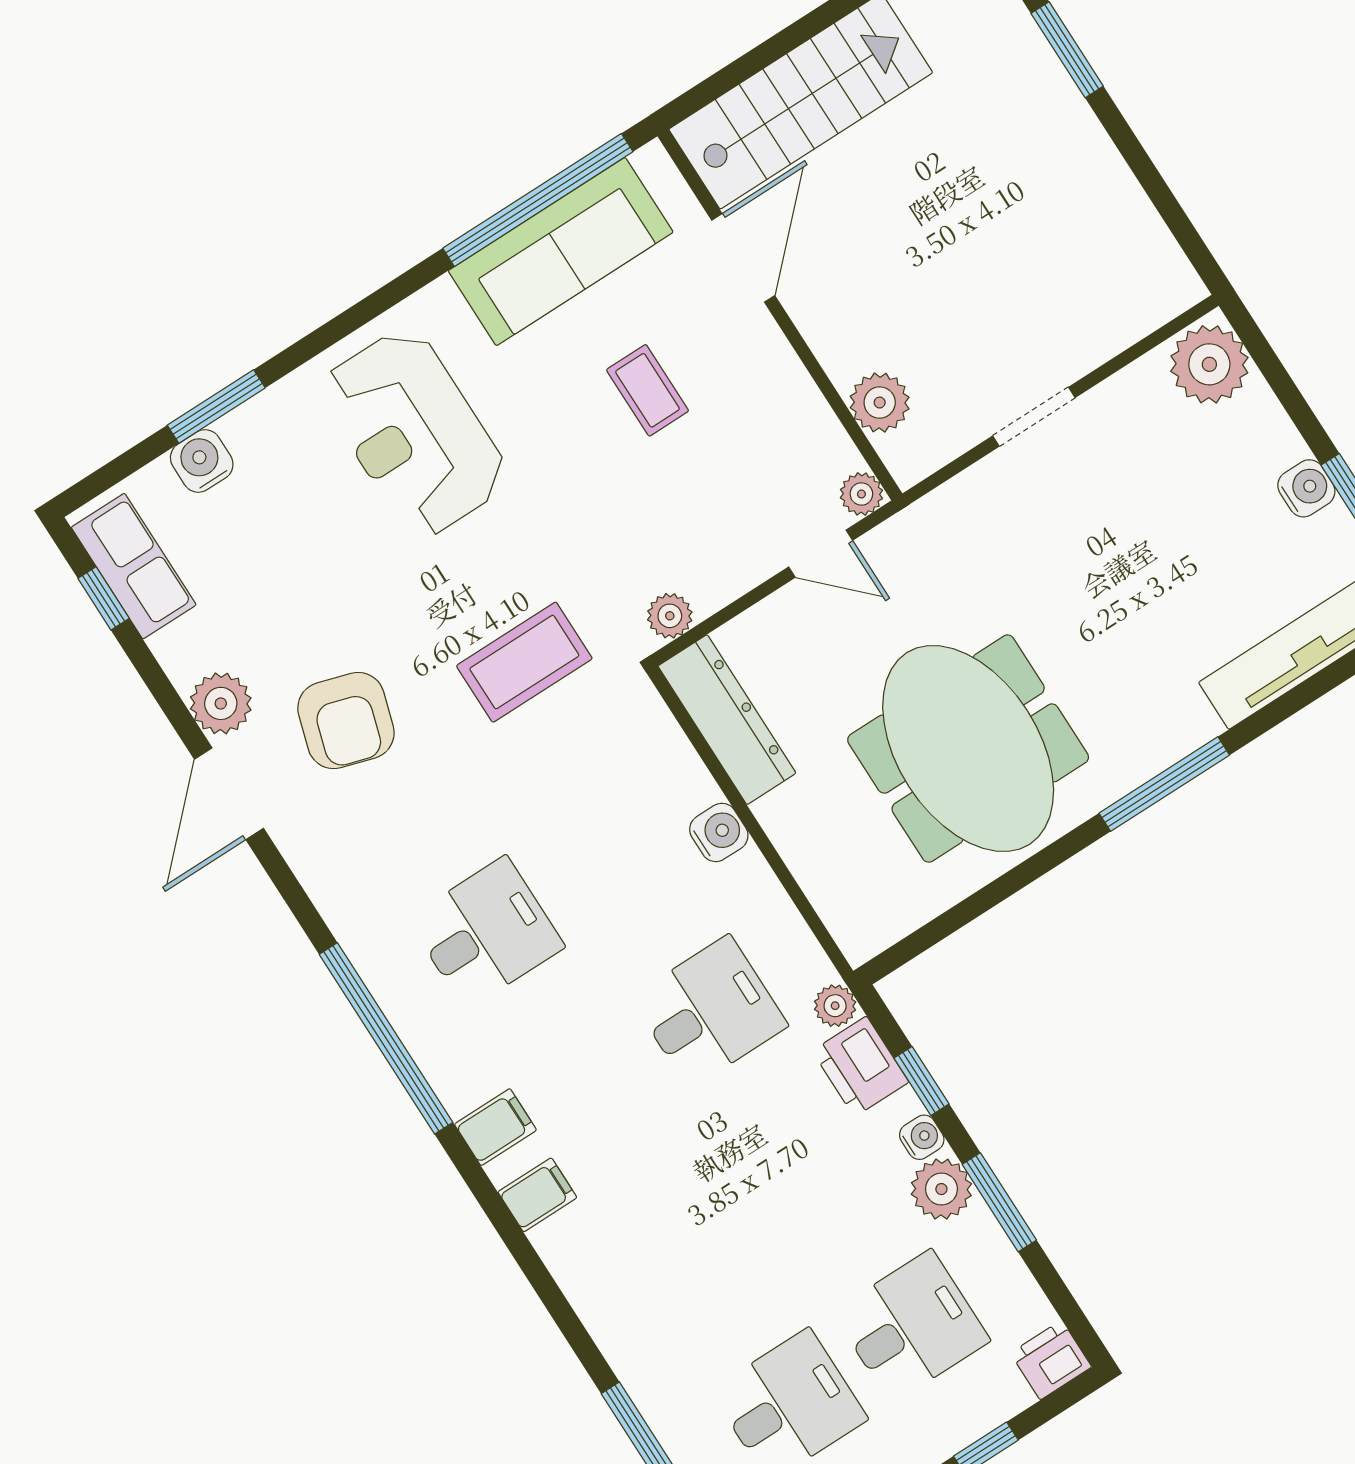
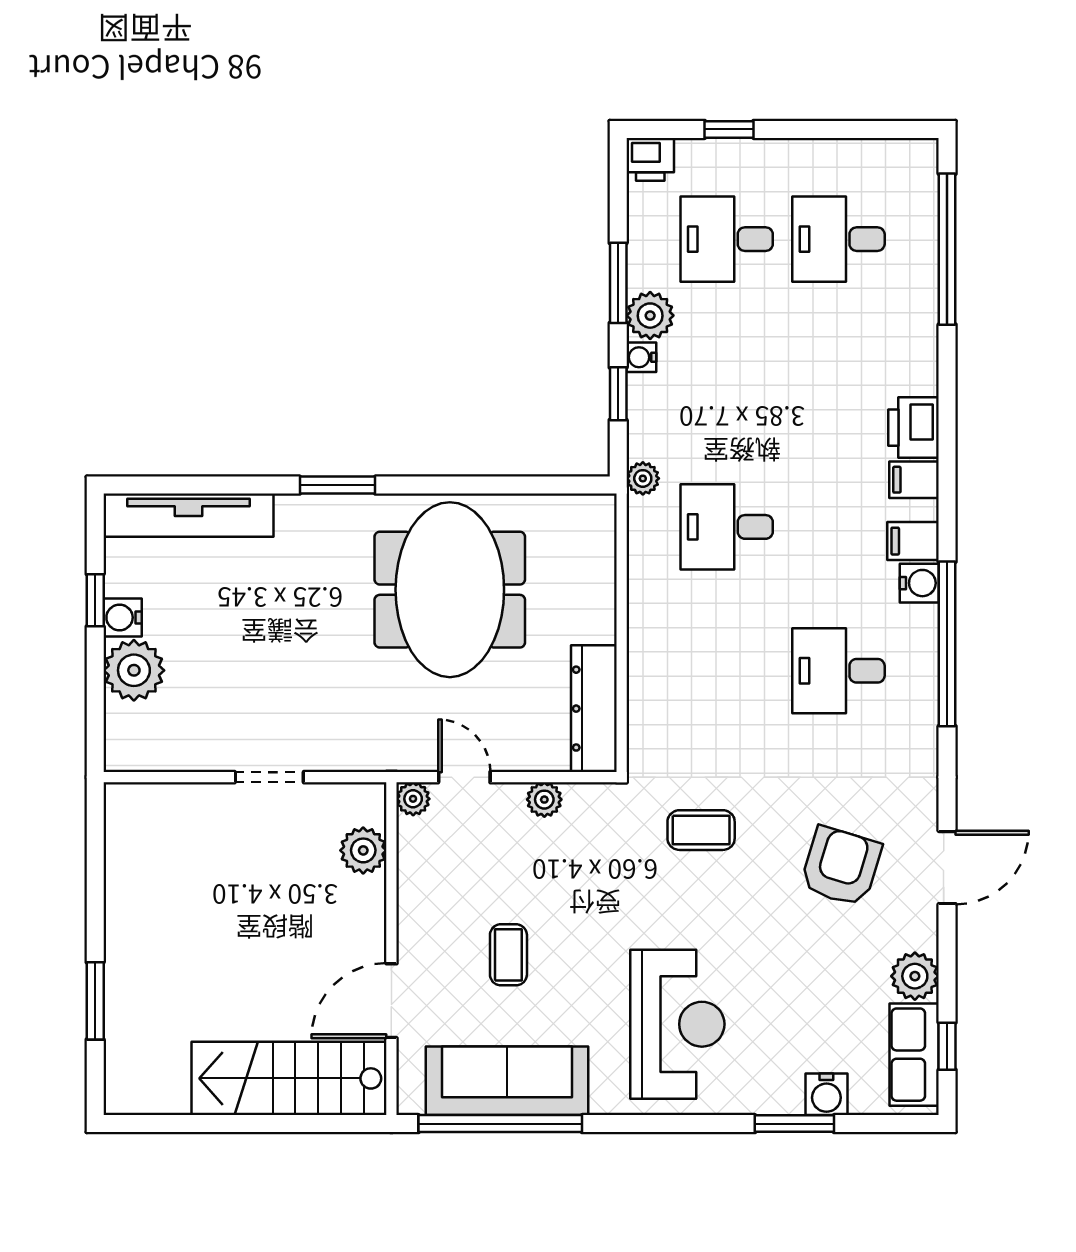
plant: (1209, 364) -> (134, 670), moved
plant: (670, 616) -> (544, 800), moved
coffee table: (524, 662) -> (701, 830), width x0.73, depth x0.77
plant: (221, 703) -> (915, 976), moved
window: (1164, 784) -> (338, 485), width x0.69
water cooler: (719, 832) -> (919, 583), moved, turned 180
printer: (860, 1067) -> (914, 428), moved, turned 180

